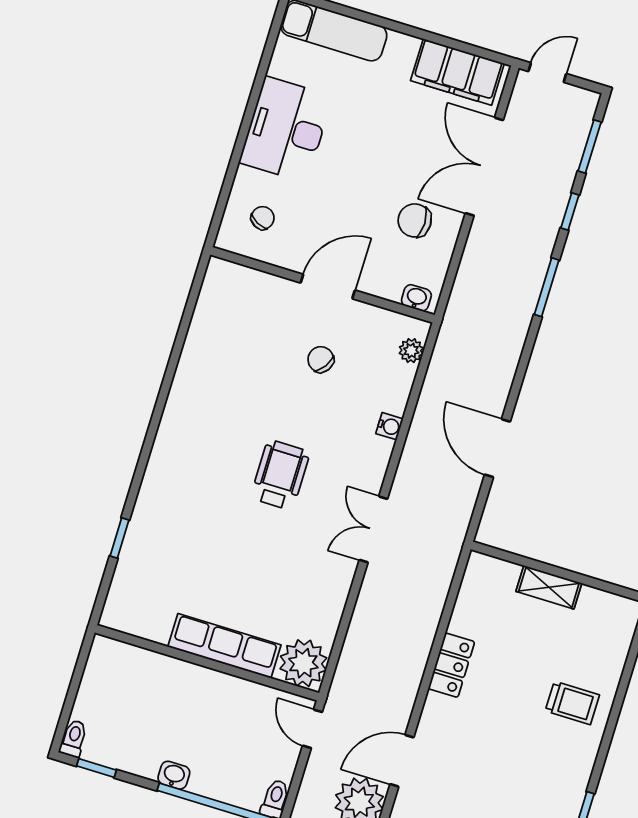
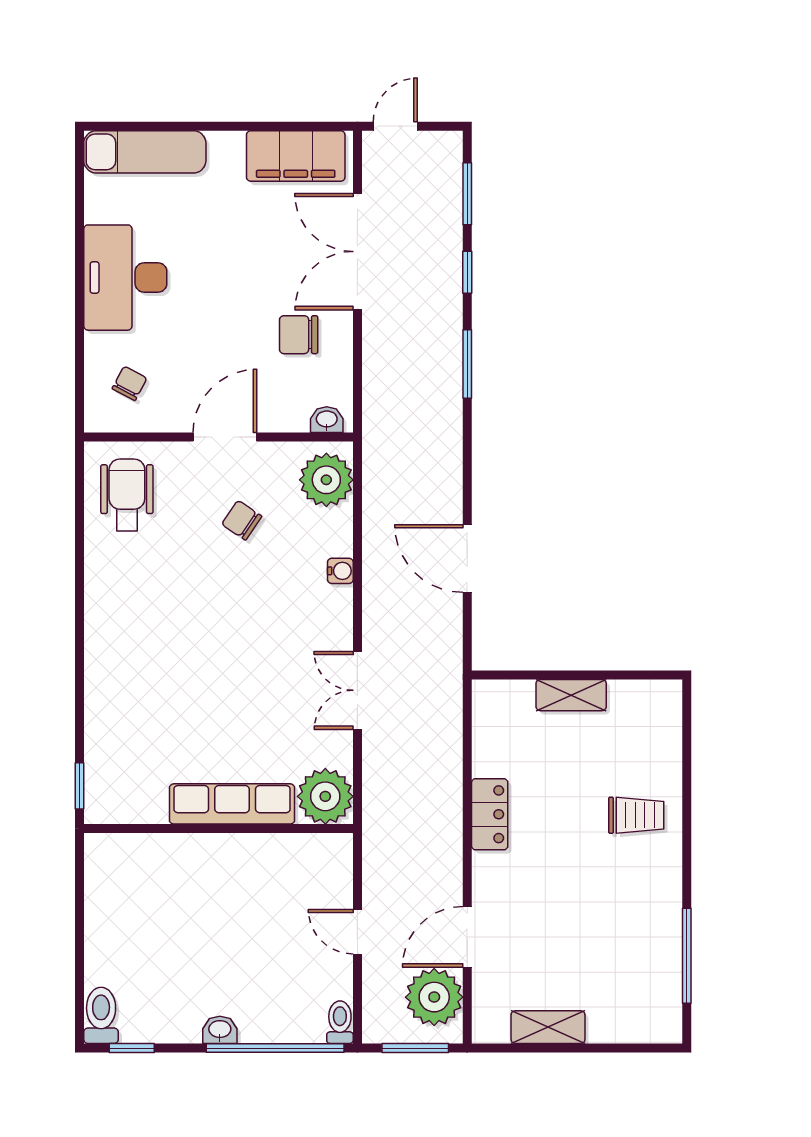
plant: (411, 351) -> (326, 480), width x1.87, depth x1.87
wheelchair: (280, 475) -> (127, 495), moved
row of seats: (224, 646) -> (232, 804), moved
wall: (207, 663) -> (218, 829), moved
plant: (303, 663) -> (325, 796), moved
toilet: (73, 738) -> (101, 1015), width x1.37, depth x1.39

